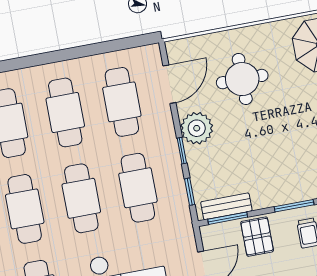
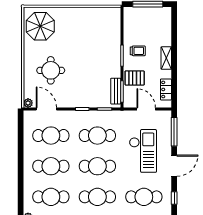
plant: (197, 128) -> (28, 103), moved, width x0.53, depth x0.53

